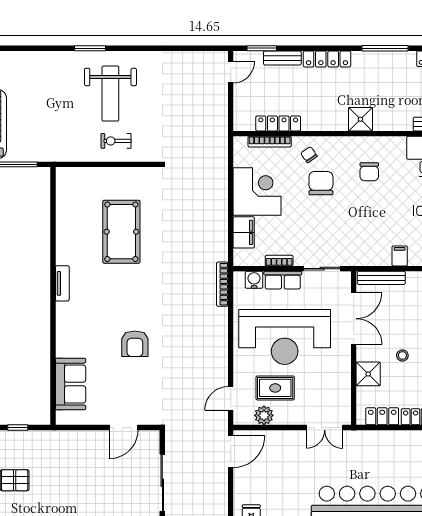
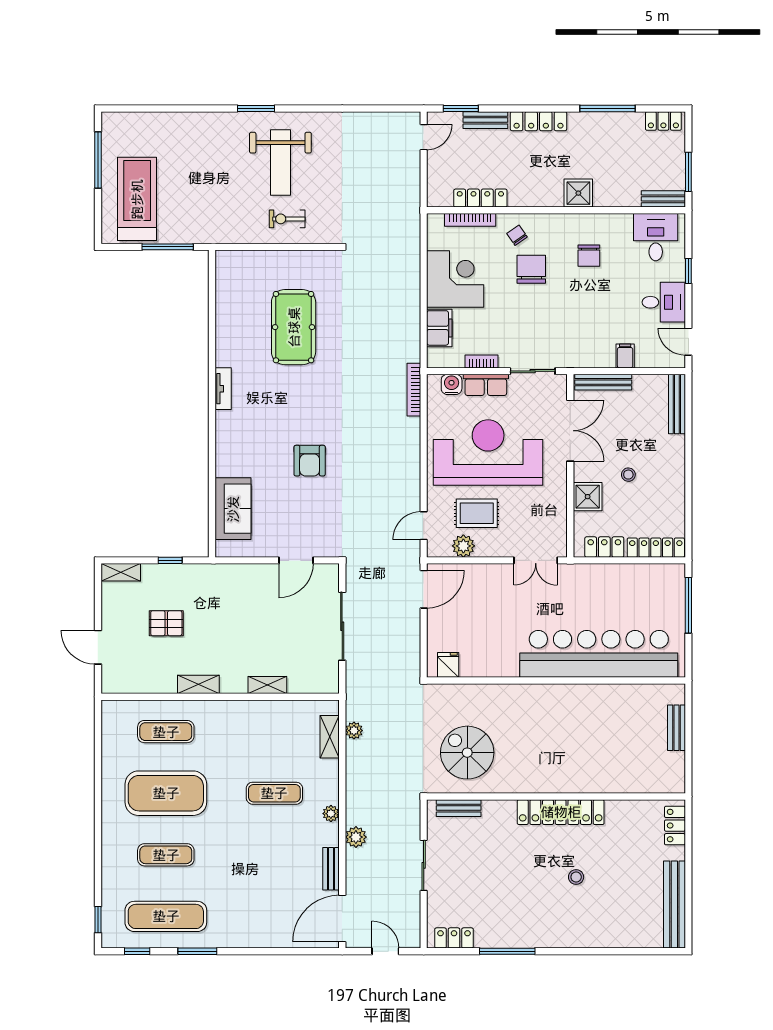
reception desk: (285, 337) -> (488, 453), turned 180

